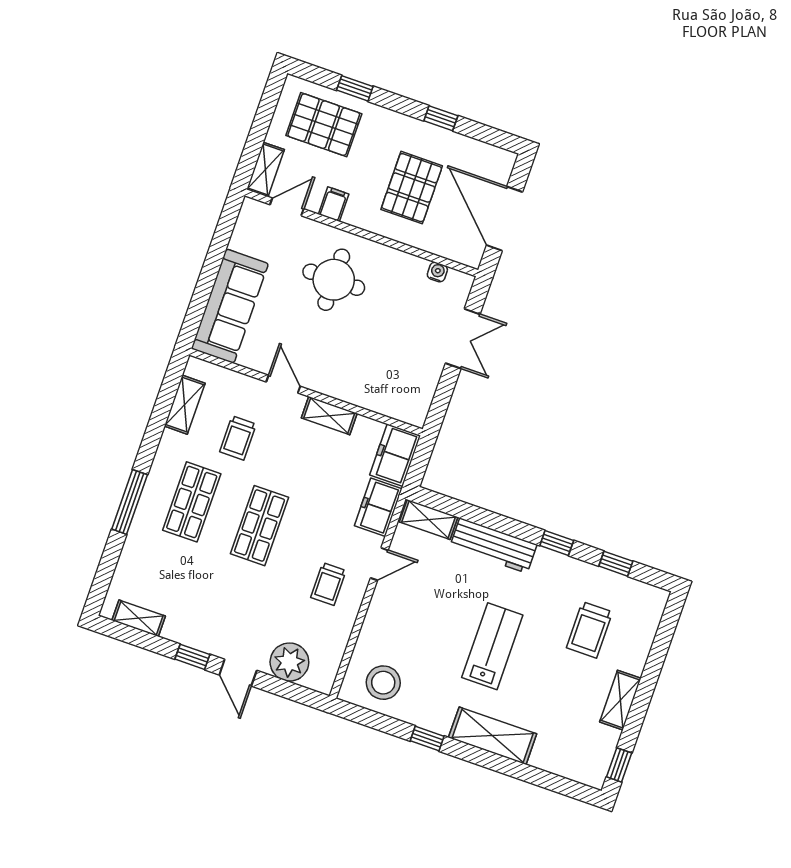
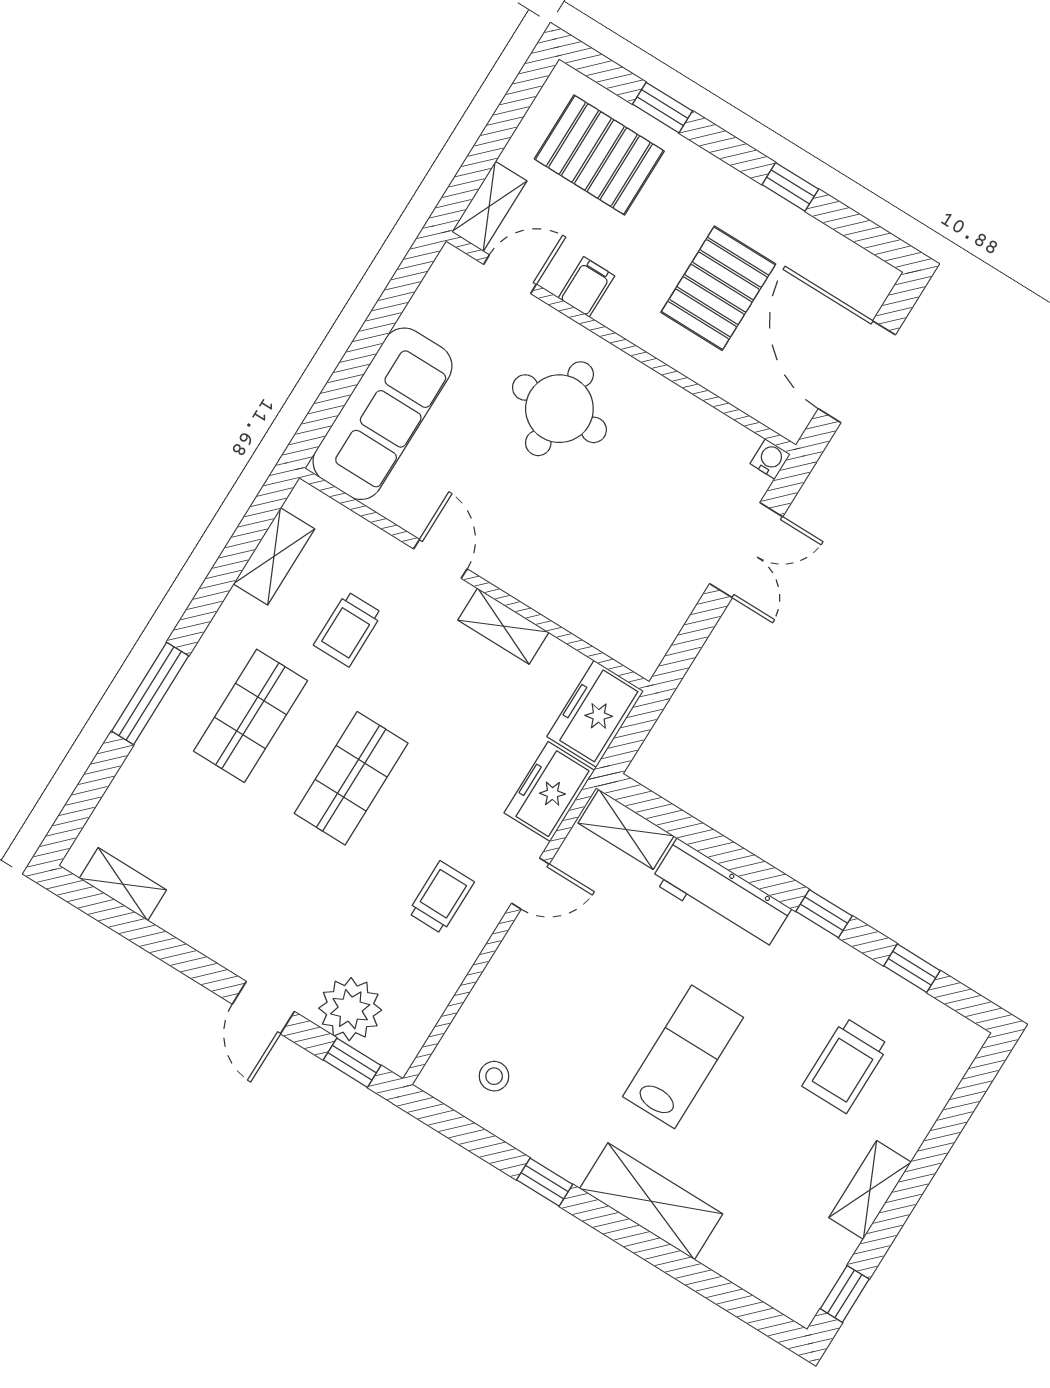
water cooler: (437, 272) -> (770, 459), moved
trolley: (328, 584) -> (441, 897), turned 180
window: (192, 657) -> (352, 1063), moved
stool: (383, 683) -> (494, 1076), width x0.53, depth x0.53

